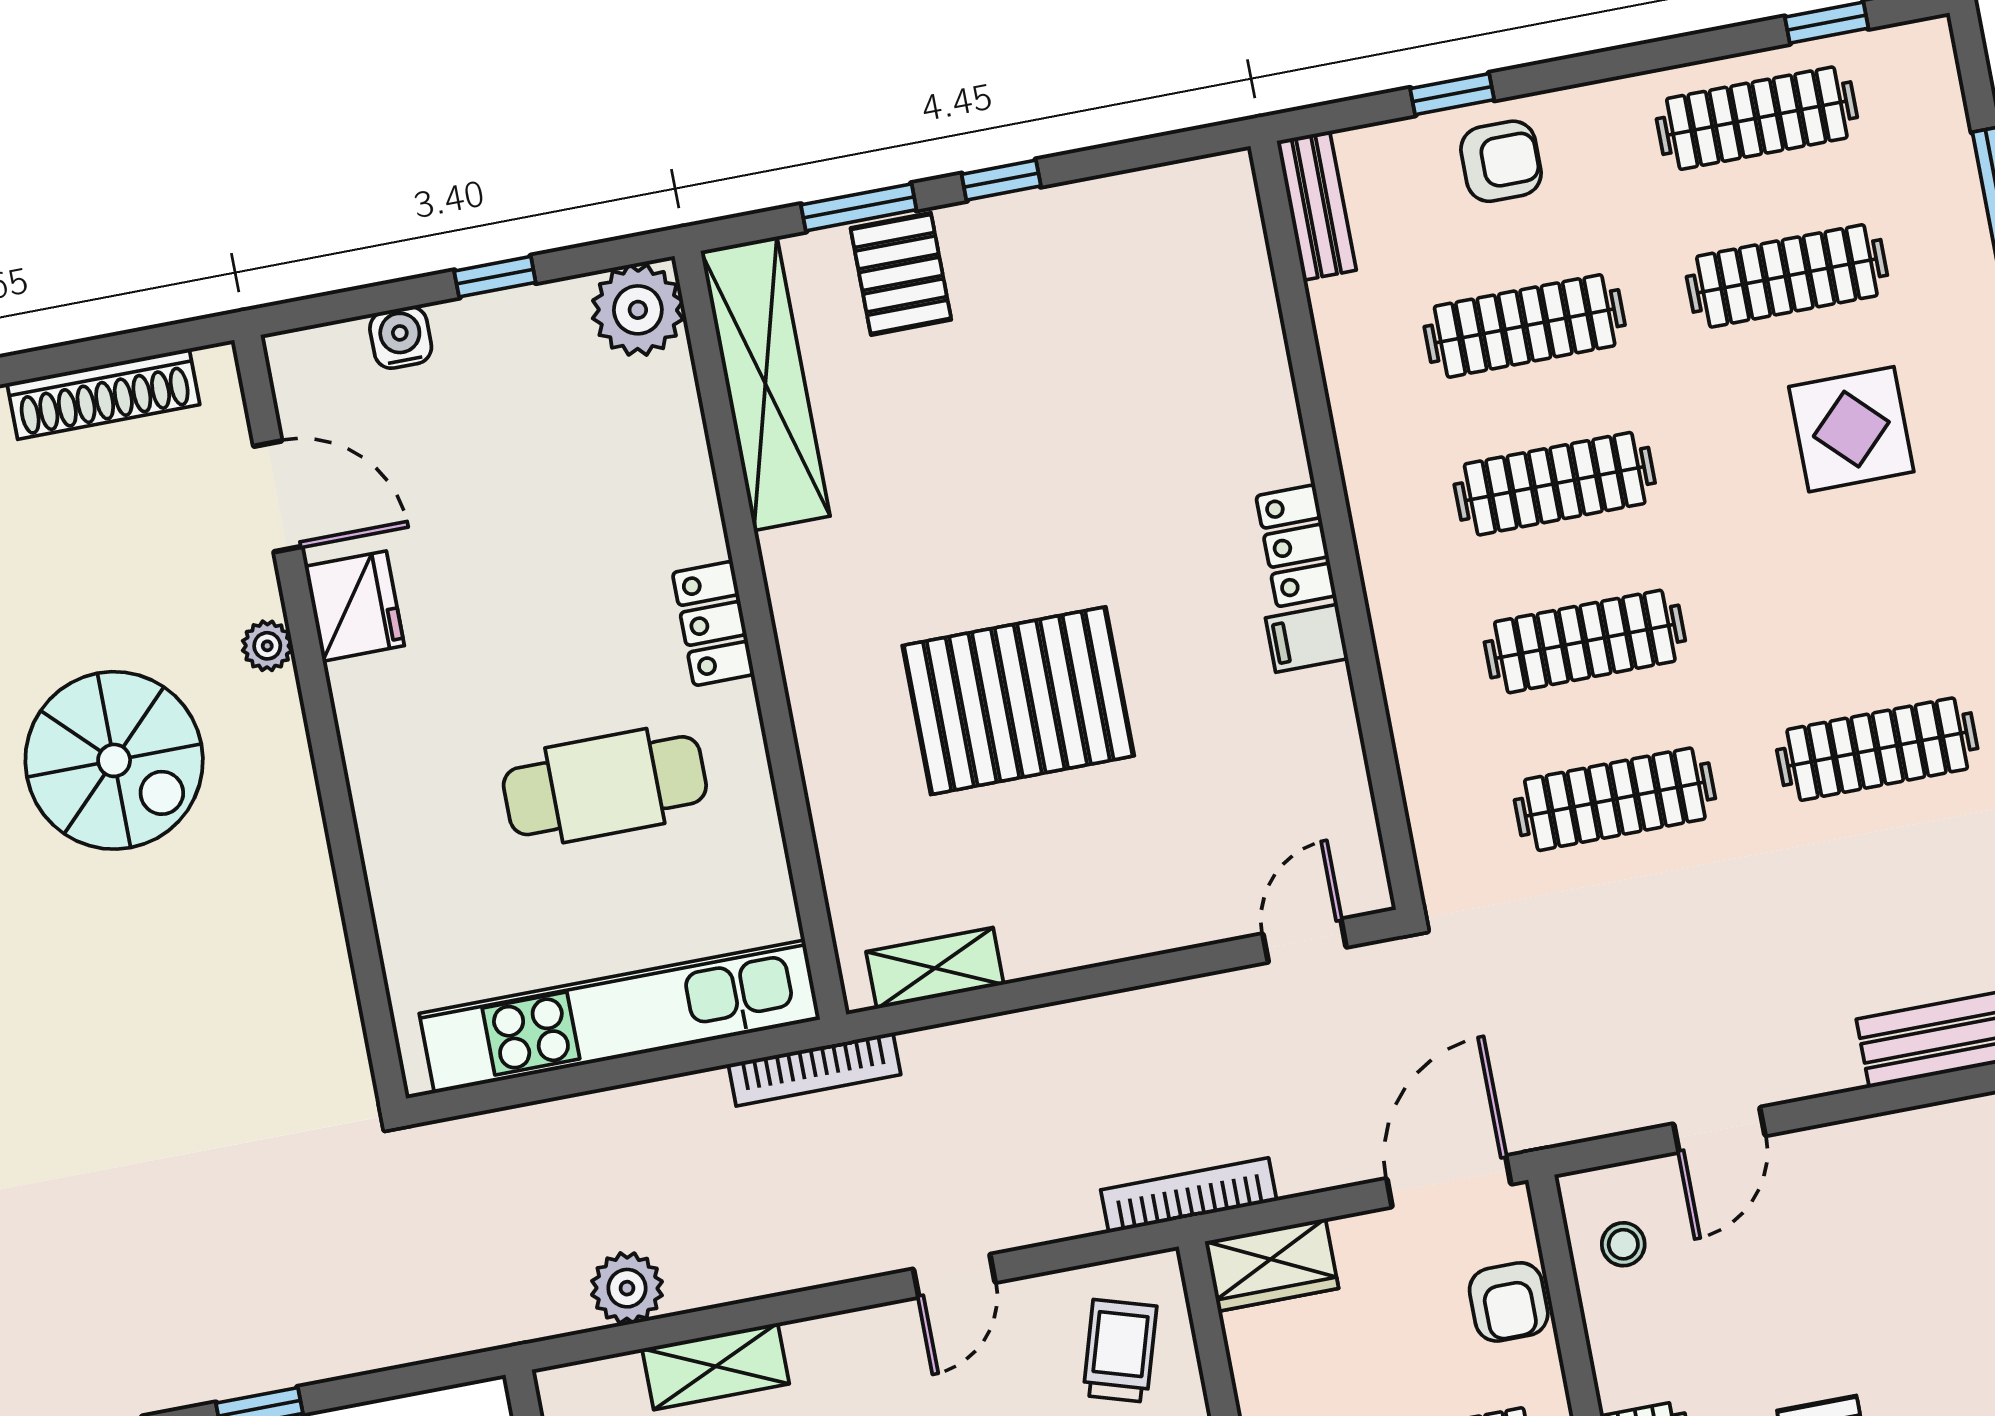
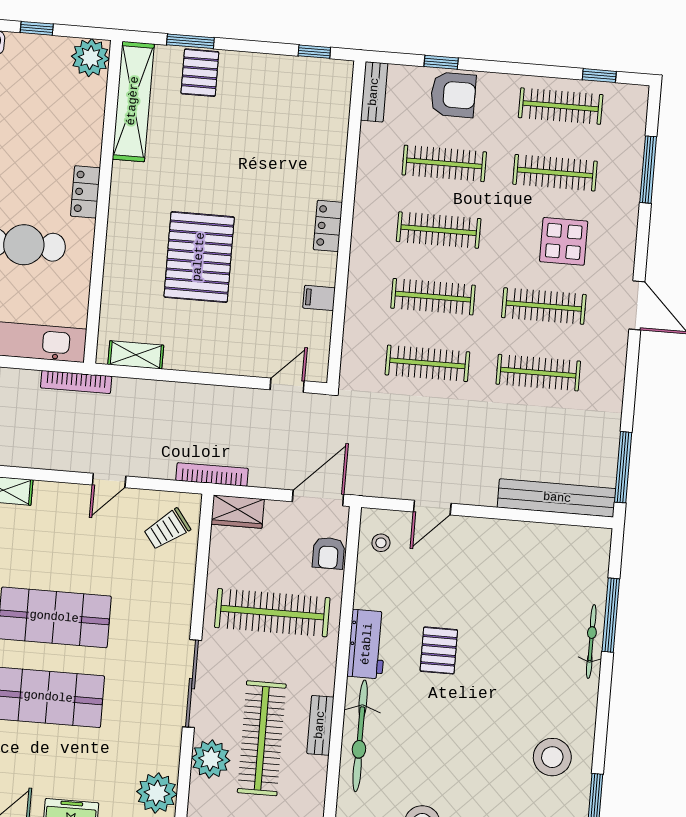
armchair: (1501, 161) -> (453, 95), width x1.38, depth x1.38
window: (1001, 180) -> (314, 52), moved
clothes rail: (1847, 591) -> (544, 306), added
filing cabinet: (1307, 638) -> (319, 298), moved
pallet: (1018, 701) -> (199, 257), turned 90
trolley: (1120, 1351) -> (167, 529), turned -144

